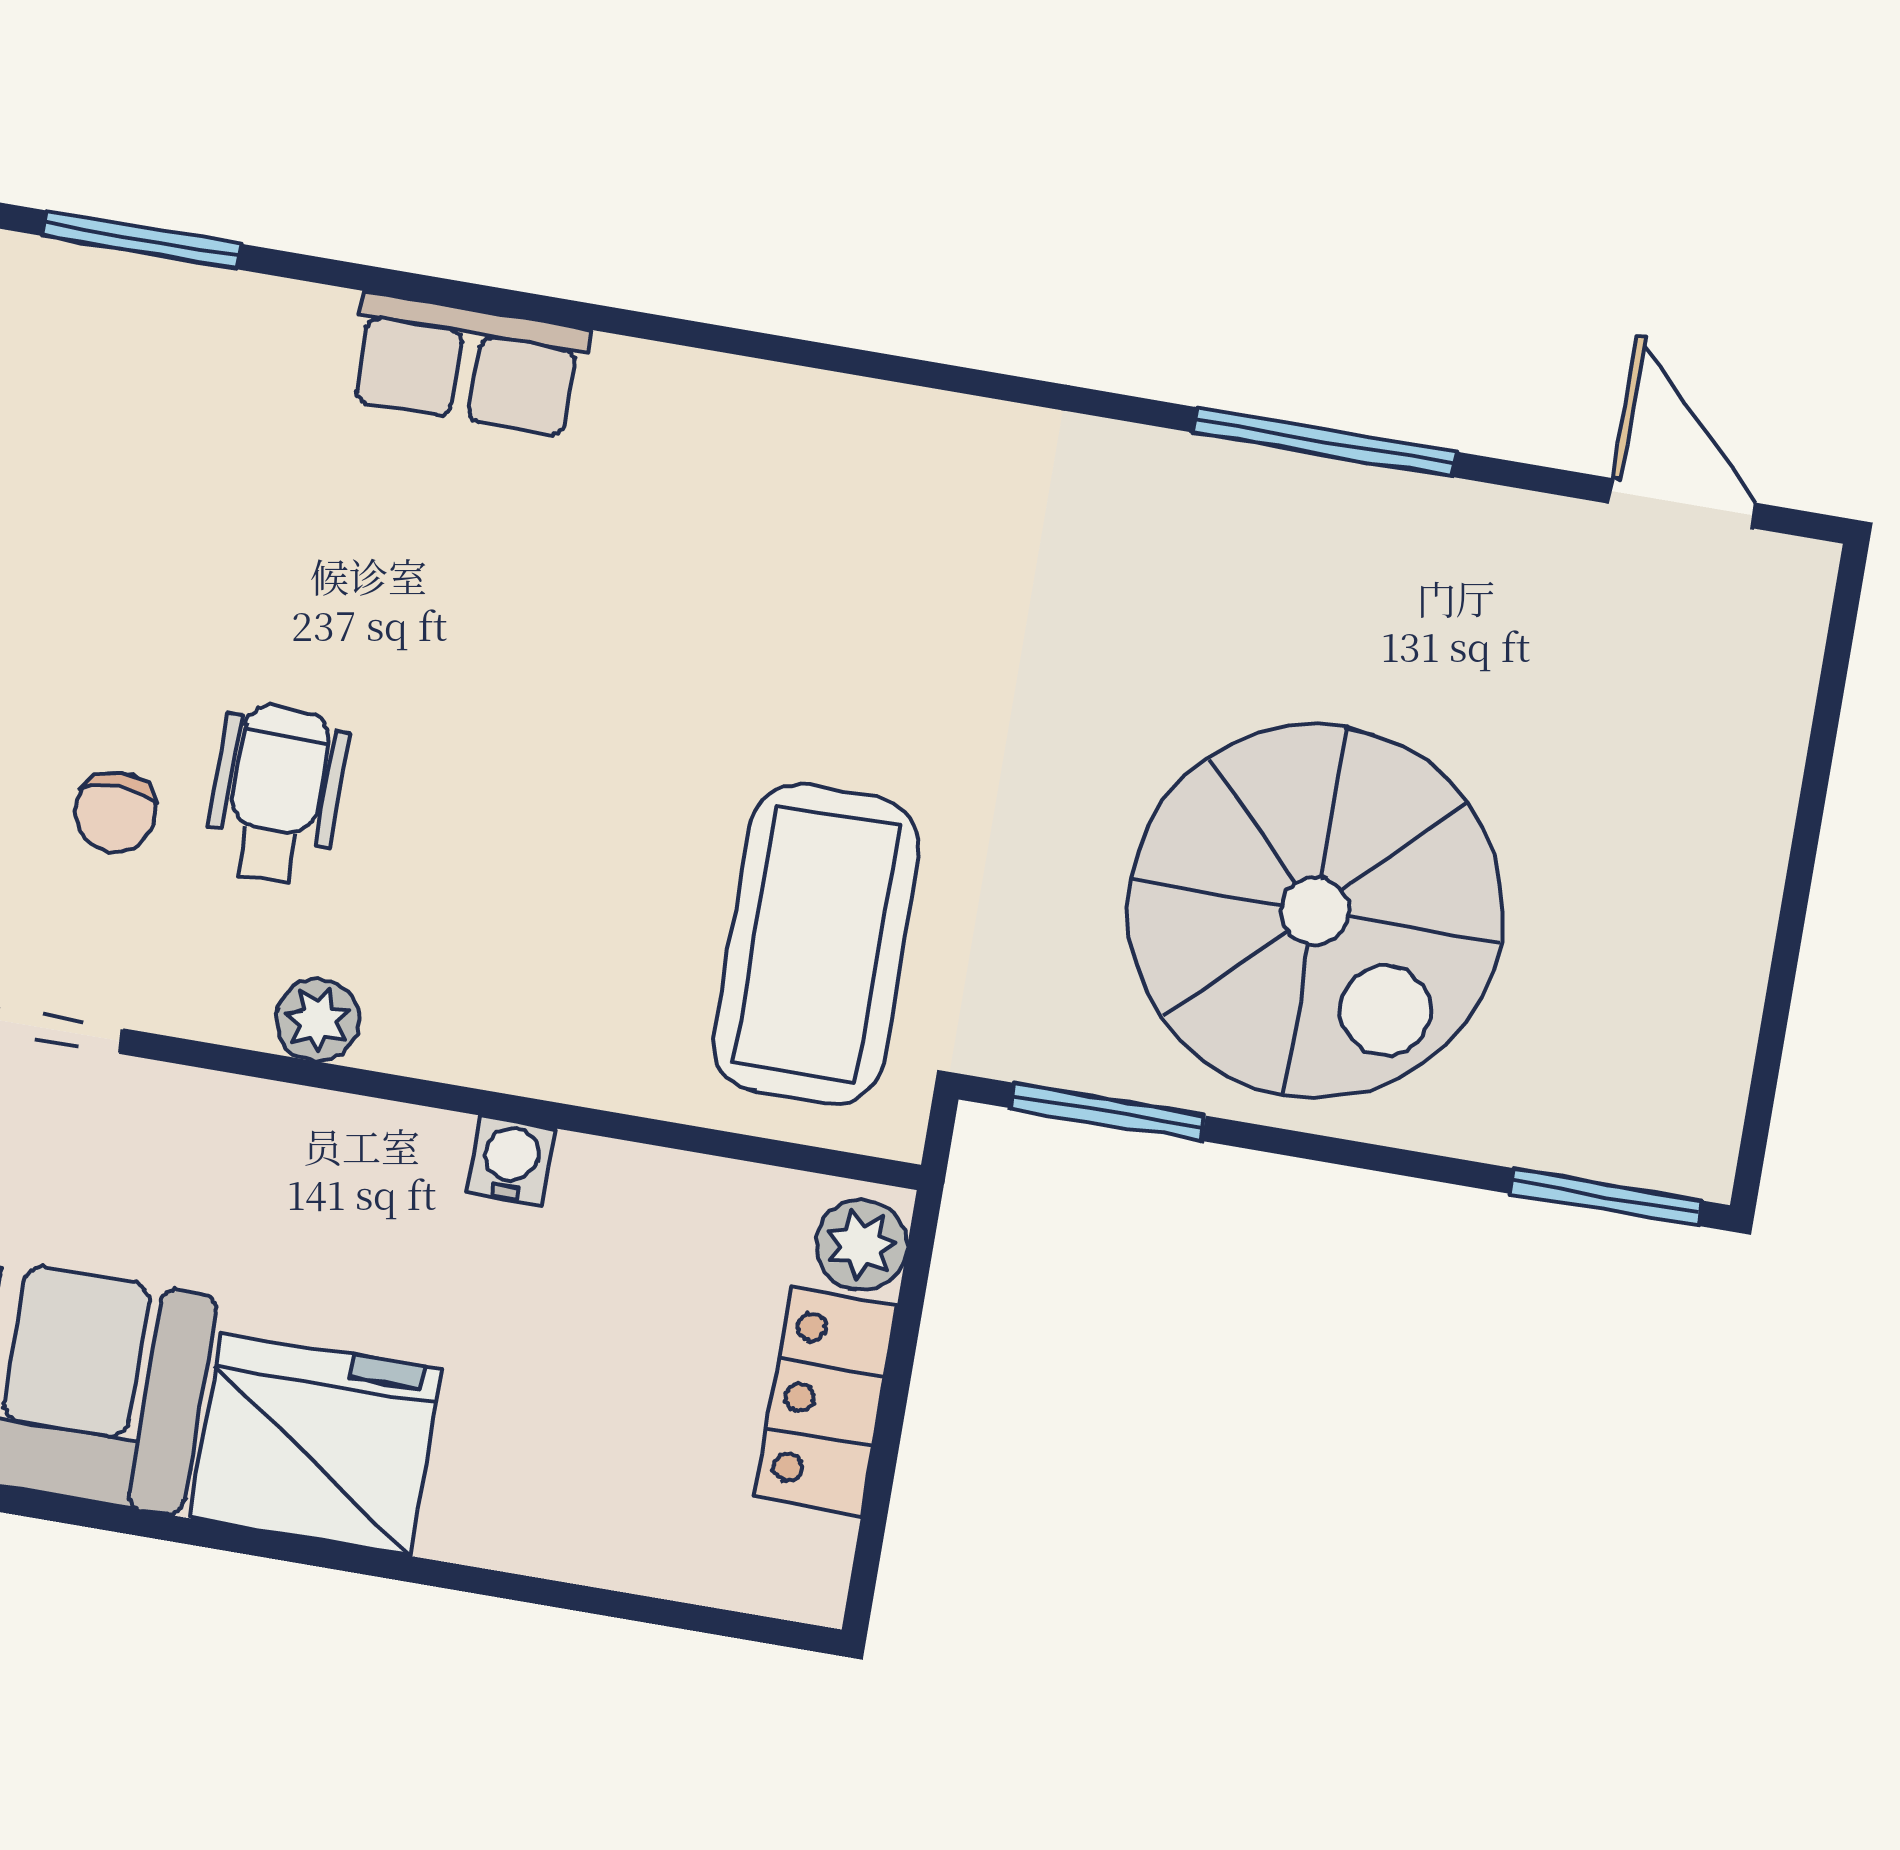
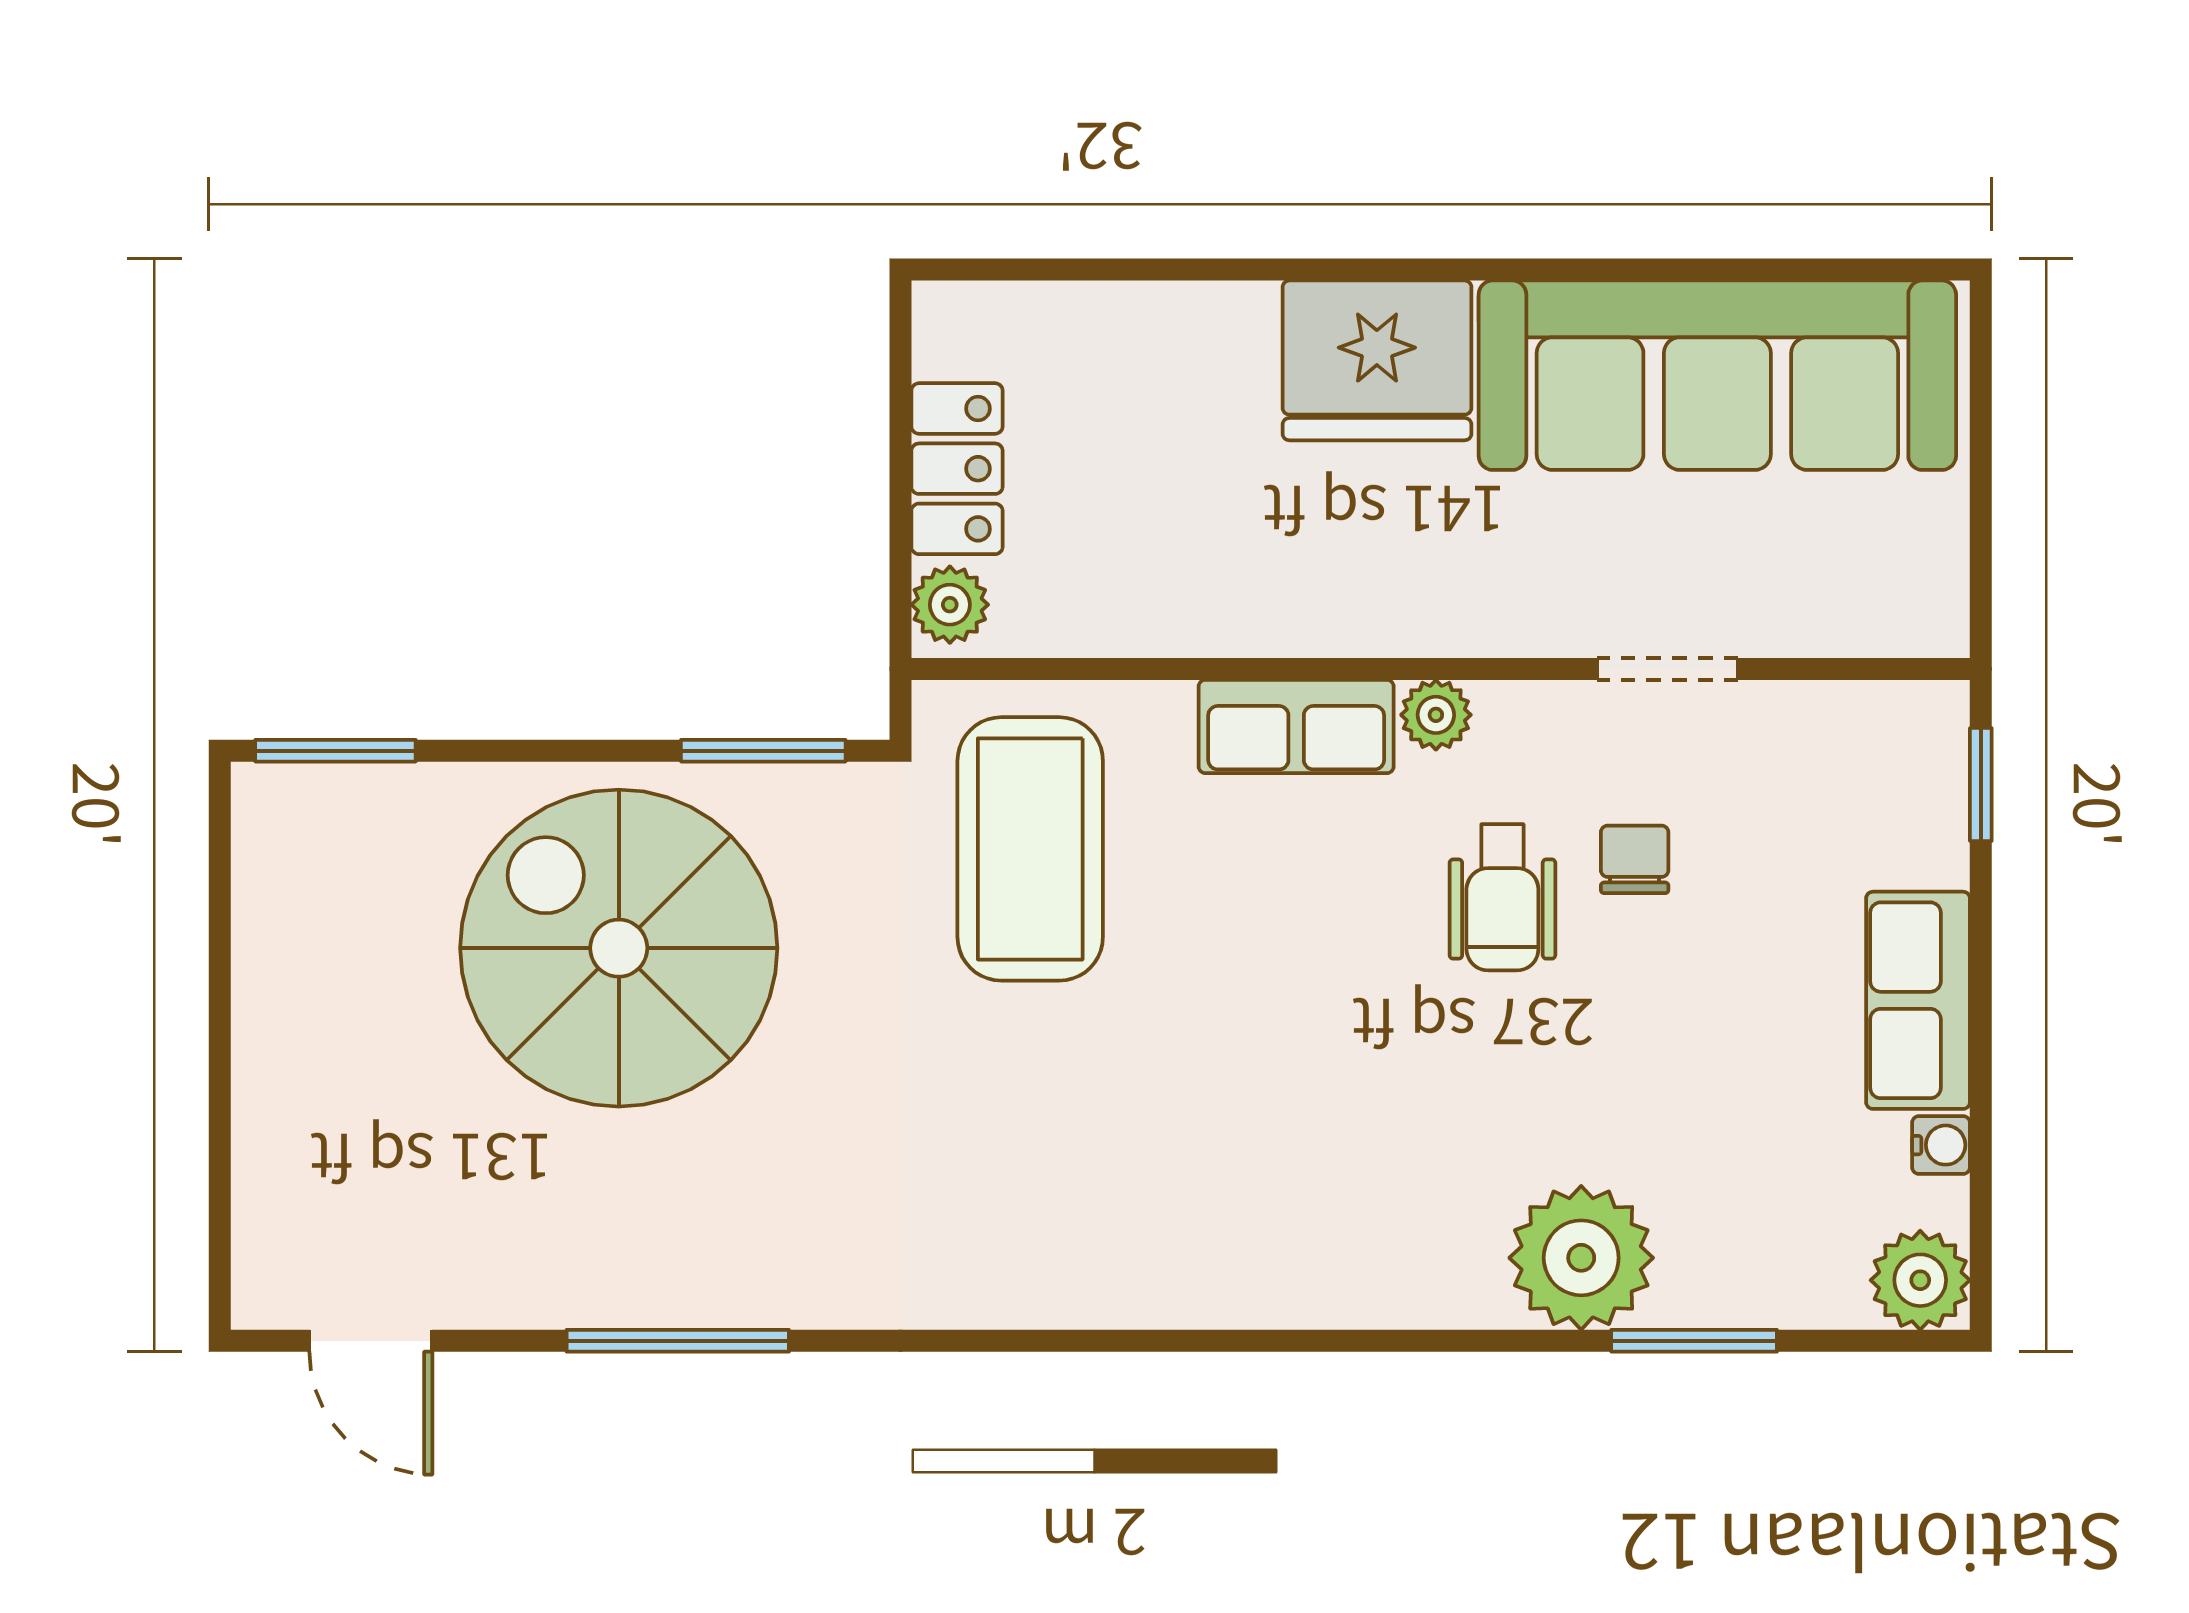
plant: (257, 359) -> (1581, 1258), added
row of seats: (467, 364) -> (1296, 727), moved, turned 180
water cooler: (511, 1160) -> (1254, 625), removed

